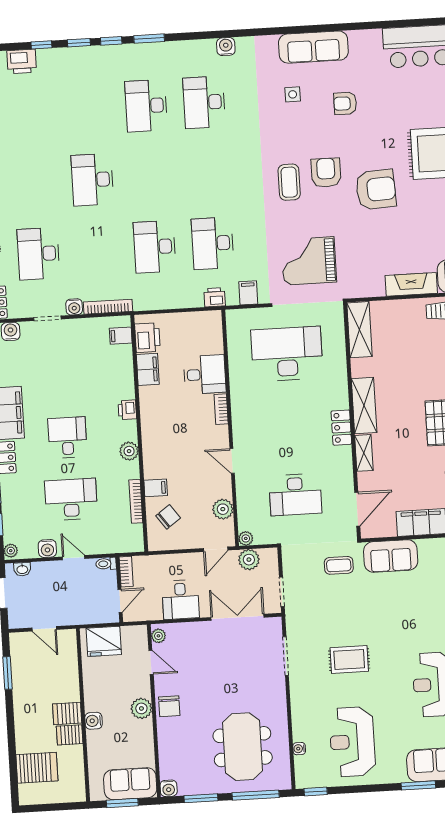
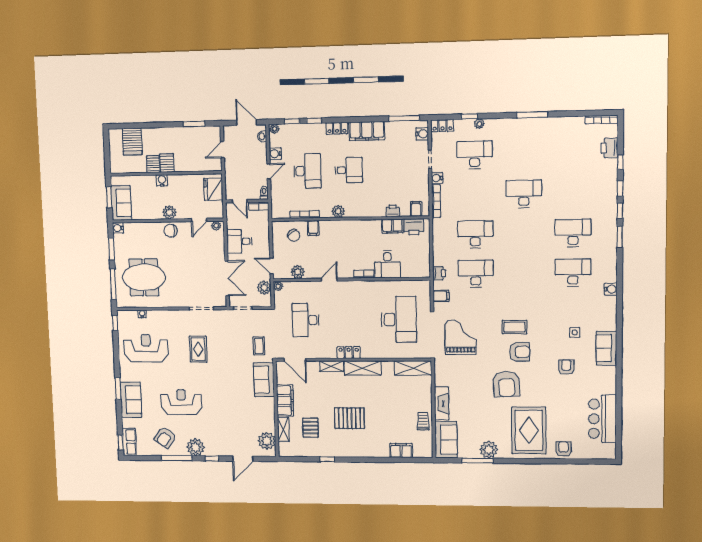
sofa: (313, 47) -> (606, 348), width x0.73
printer: (127, 410) -> (393, 211), moved

